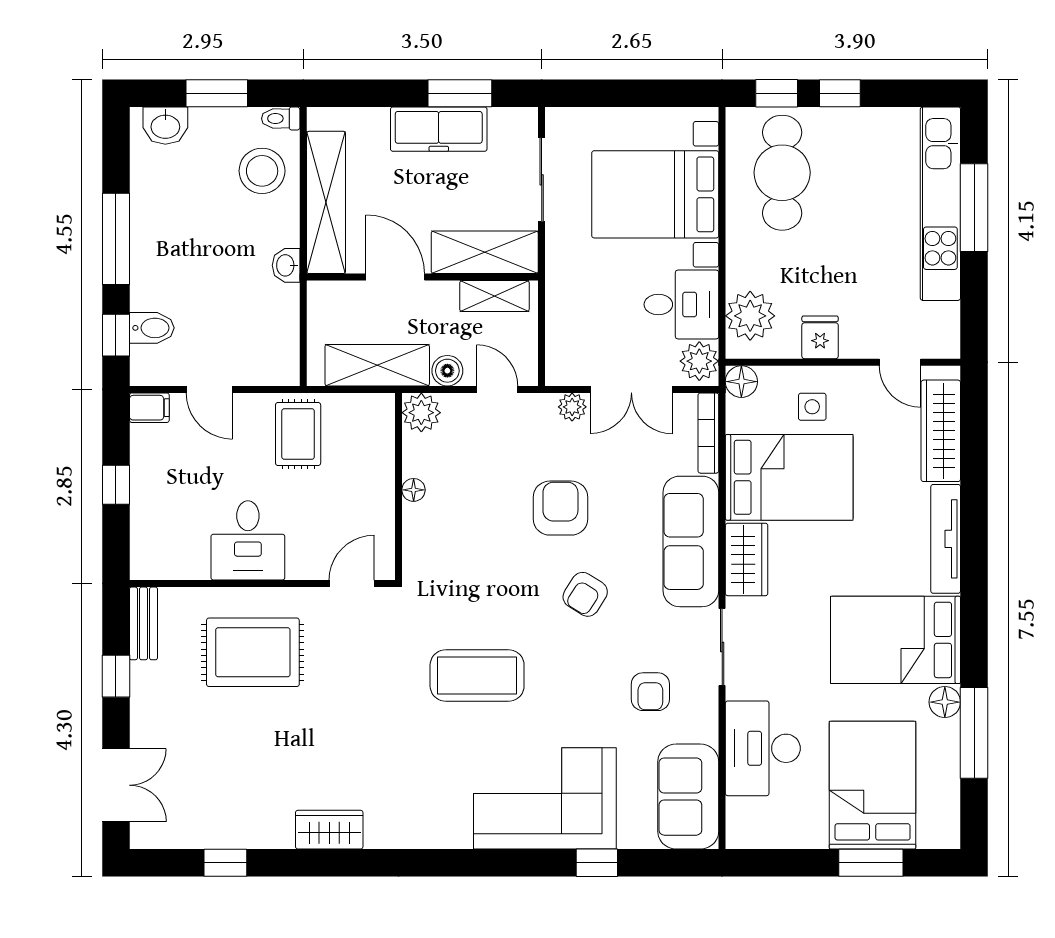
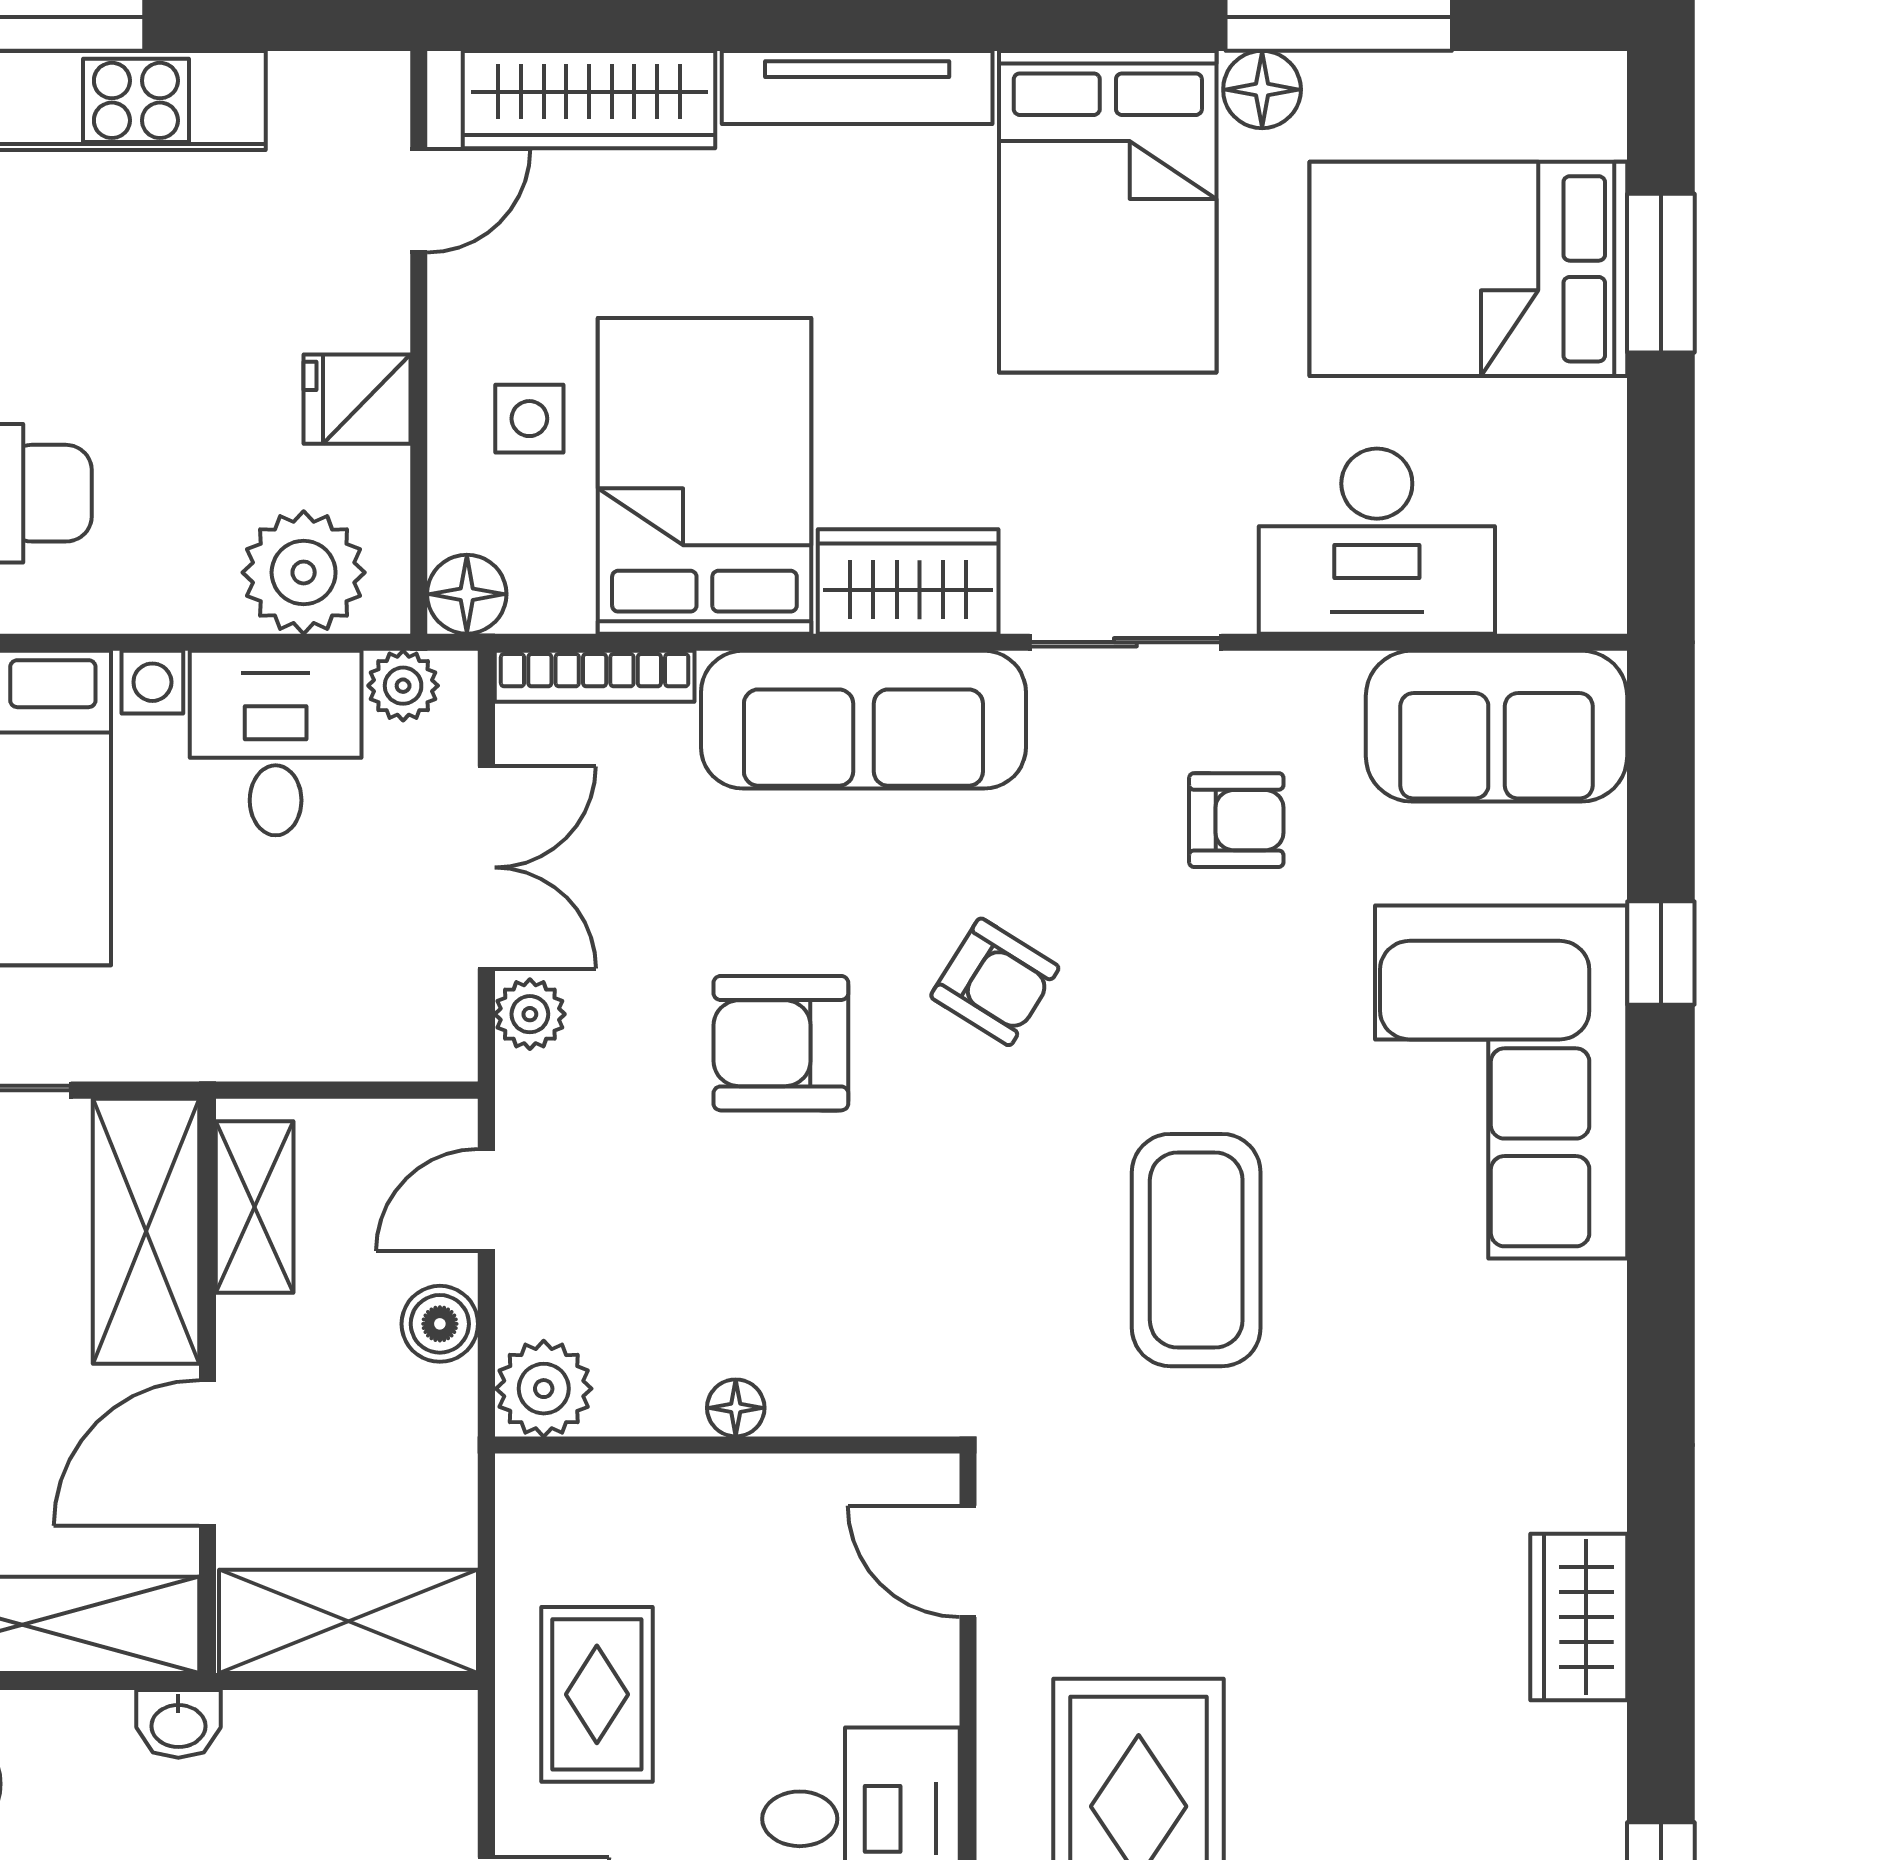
plant: (699, 361) -> (403, 686), width x0.73, depth x0.73
shelving: (377, 365) -> (349, 1621), moved, turned 90
rug: (298, 434) -> (597, 1694), turned 90

